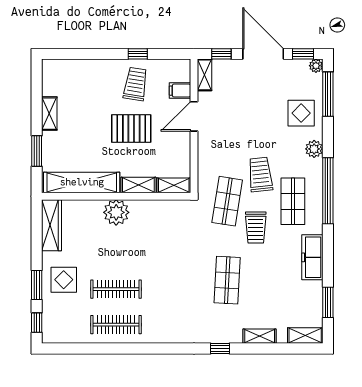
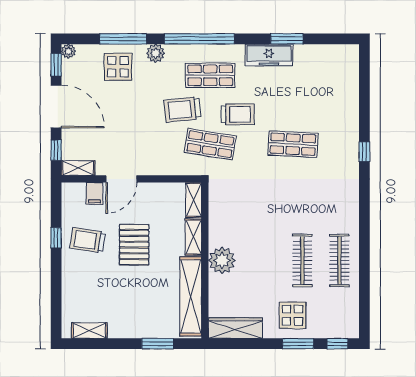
door: (263, 54) -> (56, 106), swing flipped
window: (328, 94) -> (123, 39), moved
shelving: (49, 114) -> (89, 330), moved
door: (194, 116) -> (121, 179), hinge flipped
window: (328, 302) -> (287, 39), moved
shelving: (260, 336) -> (352, 110), removed
shelving: (305, 336) -> (351, 63), removed

